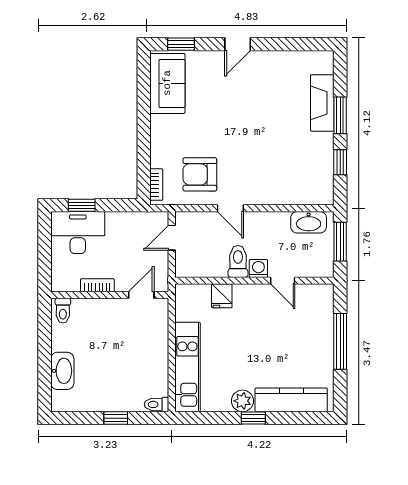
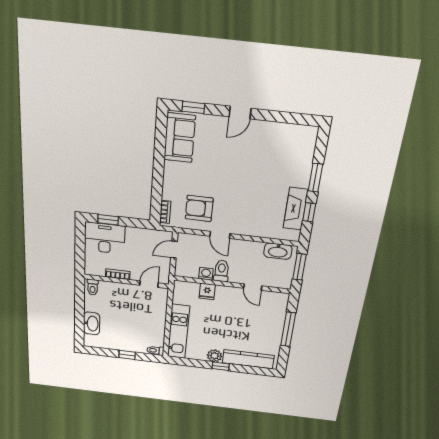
fireplace: (322, 103) -> (296, 209), moved
washing machine: (258, 268) -> (206, 274), moved

